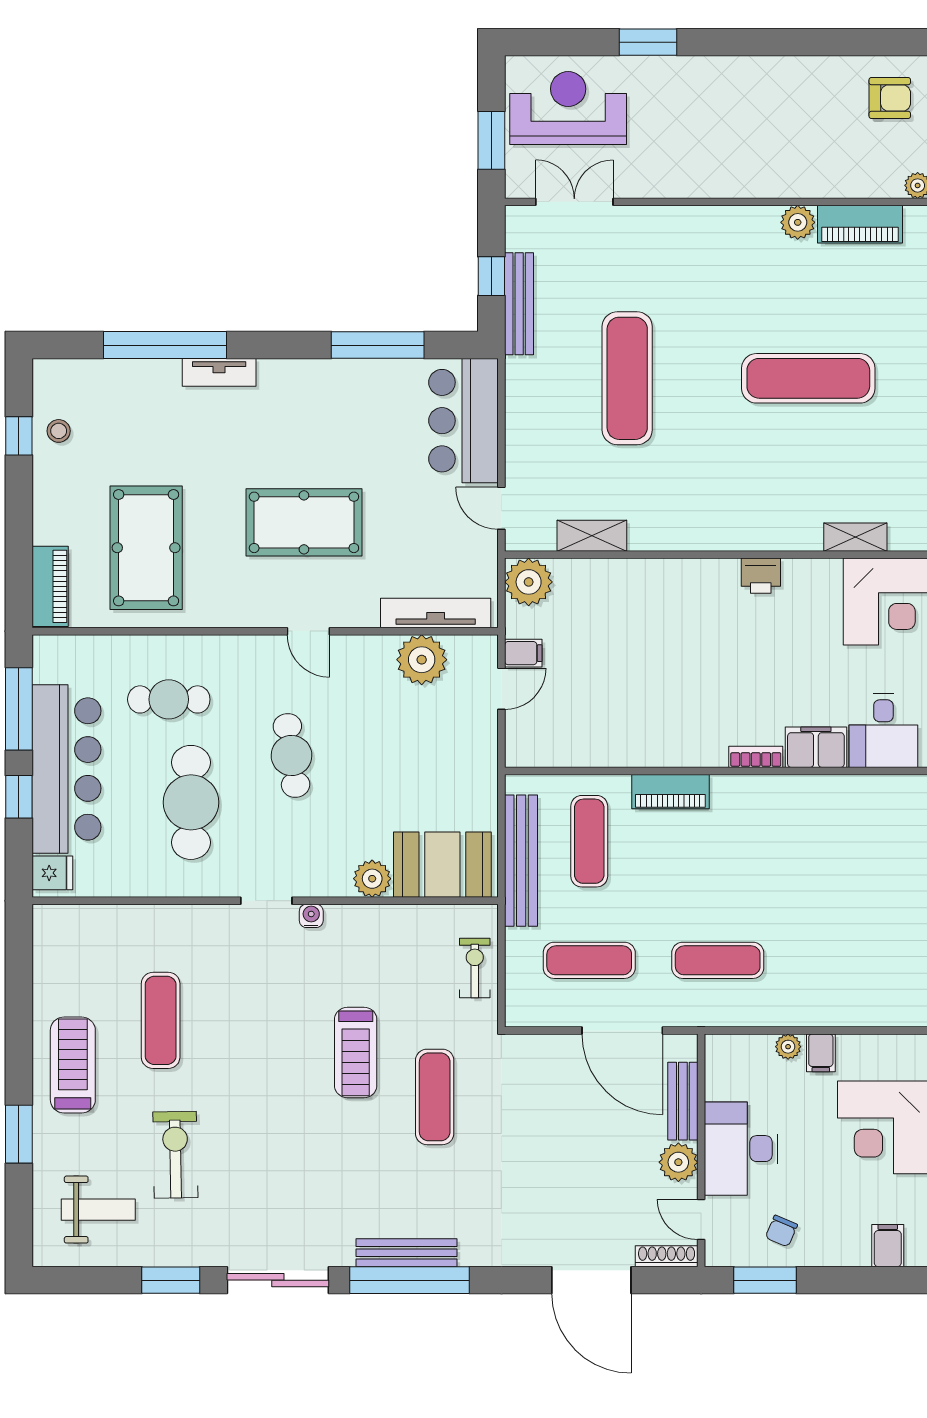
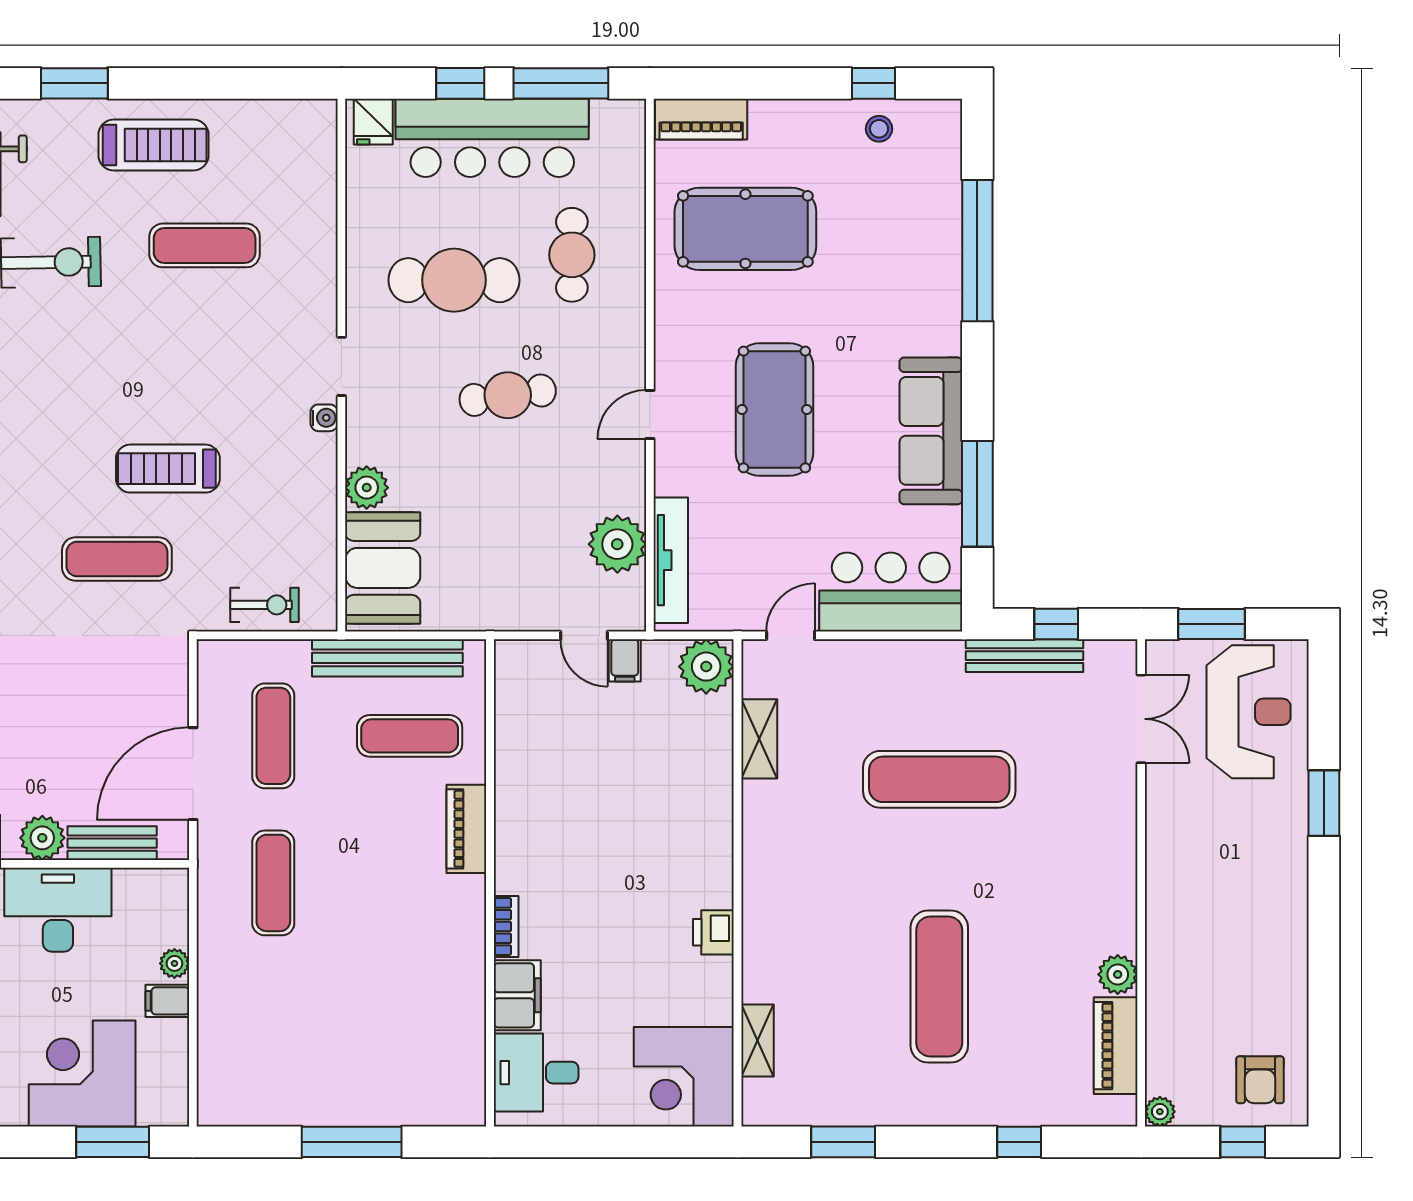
tv unit: (219, 372) -> (946, 312), removed
sofa: (323, 386) -> (931, 431), added

